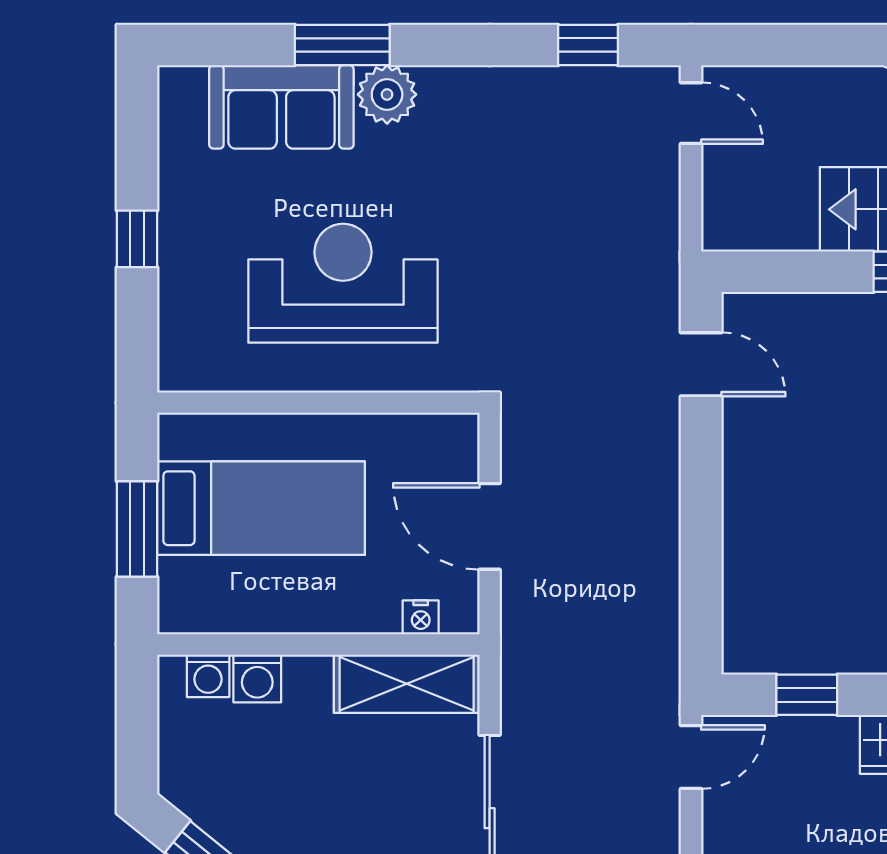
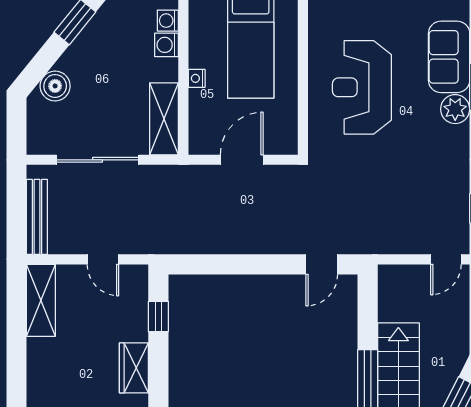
reception desk: (343, 283) -> (362, 87), turned 180
nightstand: (421, 617) -> (197, 78), moved
door: (691, 757) -> (103, 259), moved

